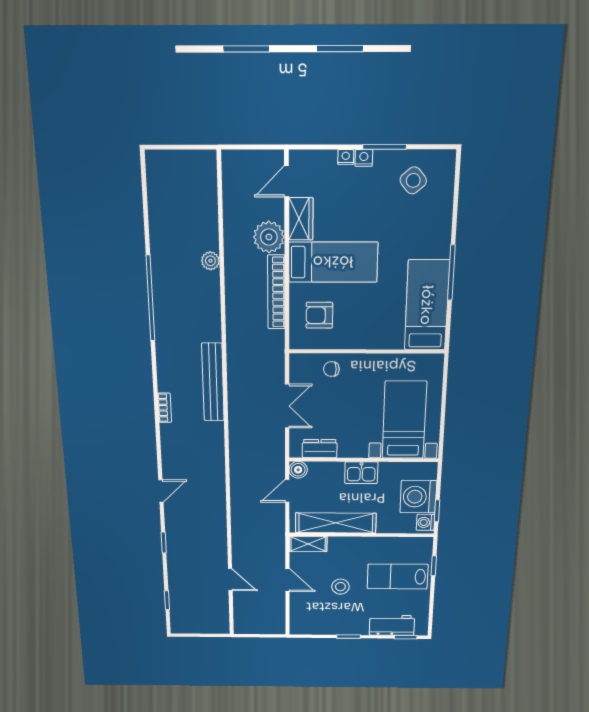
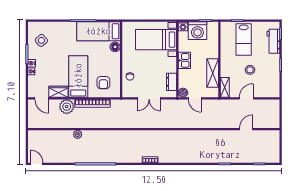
floor lamp: (393, 339) -> (115, 47), added
bench: (213, 382) -> (137, 135), removed
double door: (287, 406) -> (149, 98), swing flipped
door: (161, 491) -> (37, 164), moved
washing machine: (425, 522) -> (183, 26), moved
shelving: (336, 523) -> (213, 73), width x0.68

